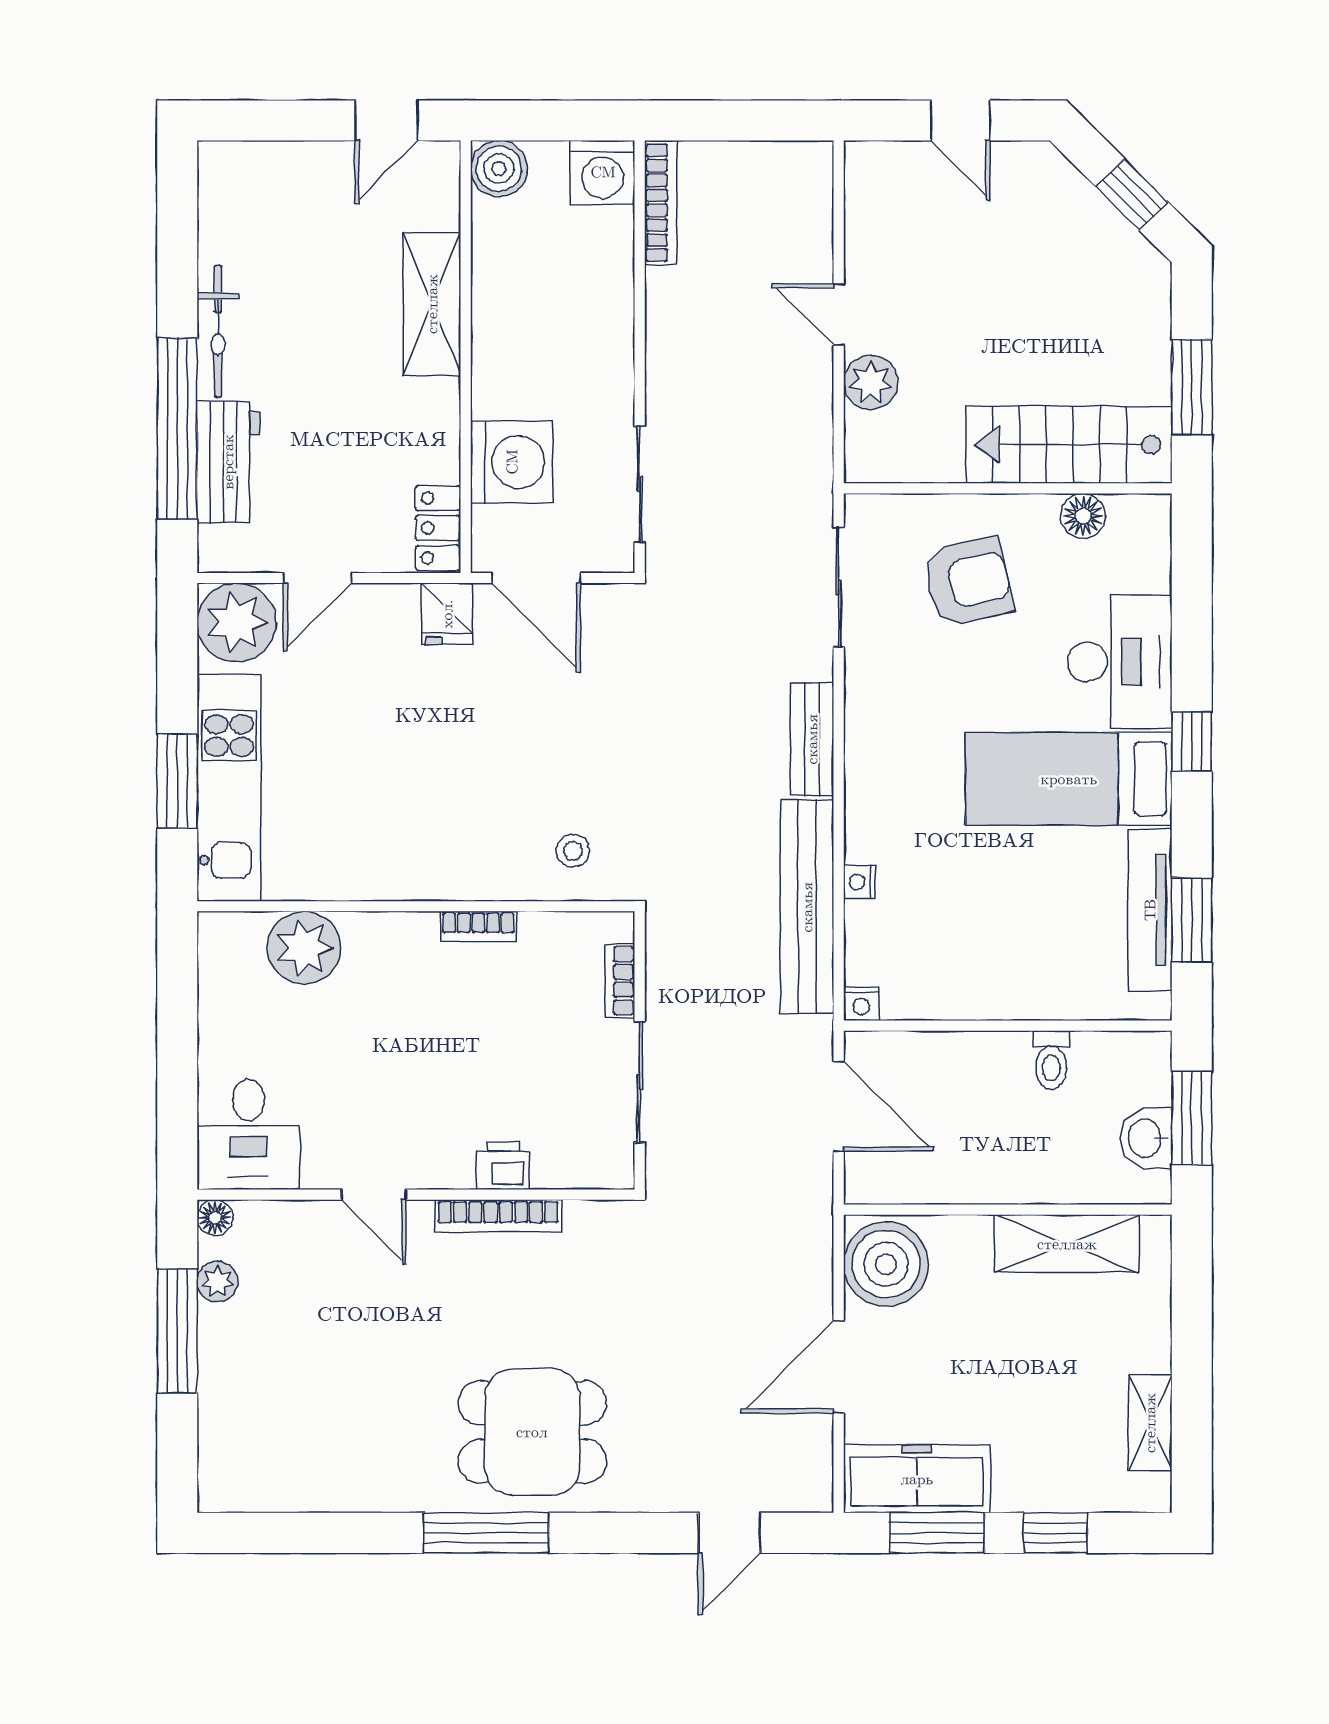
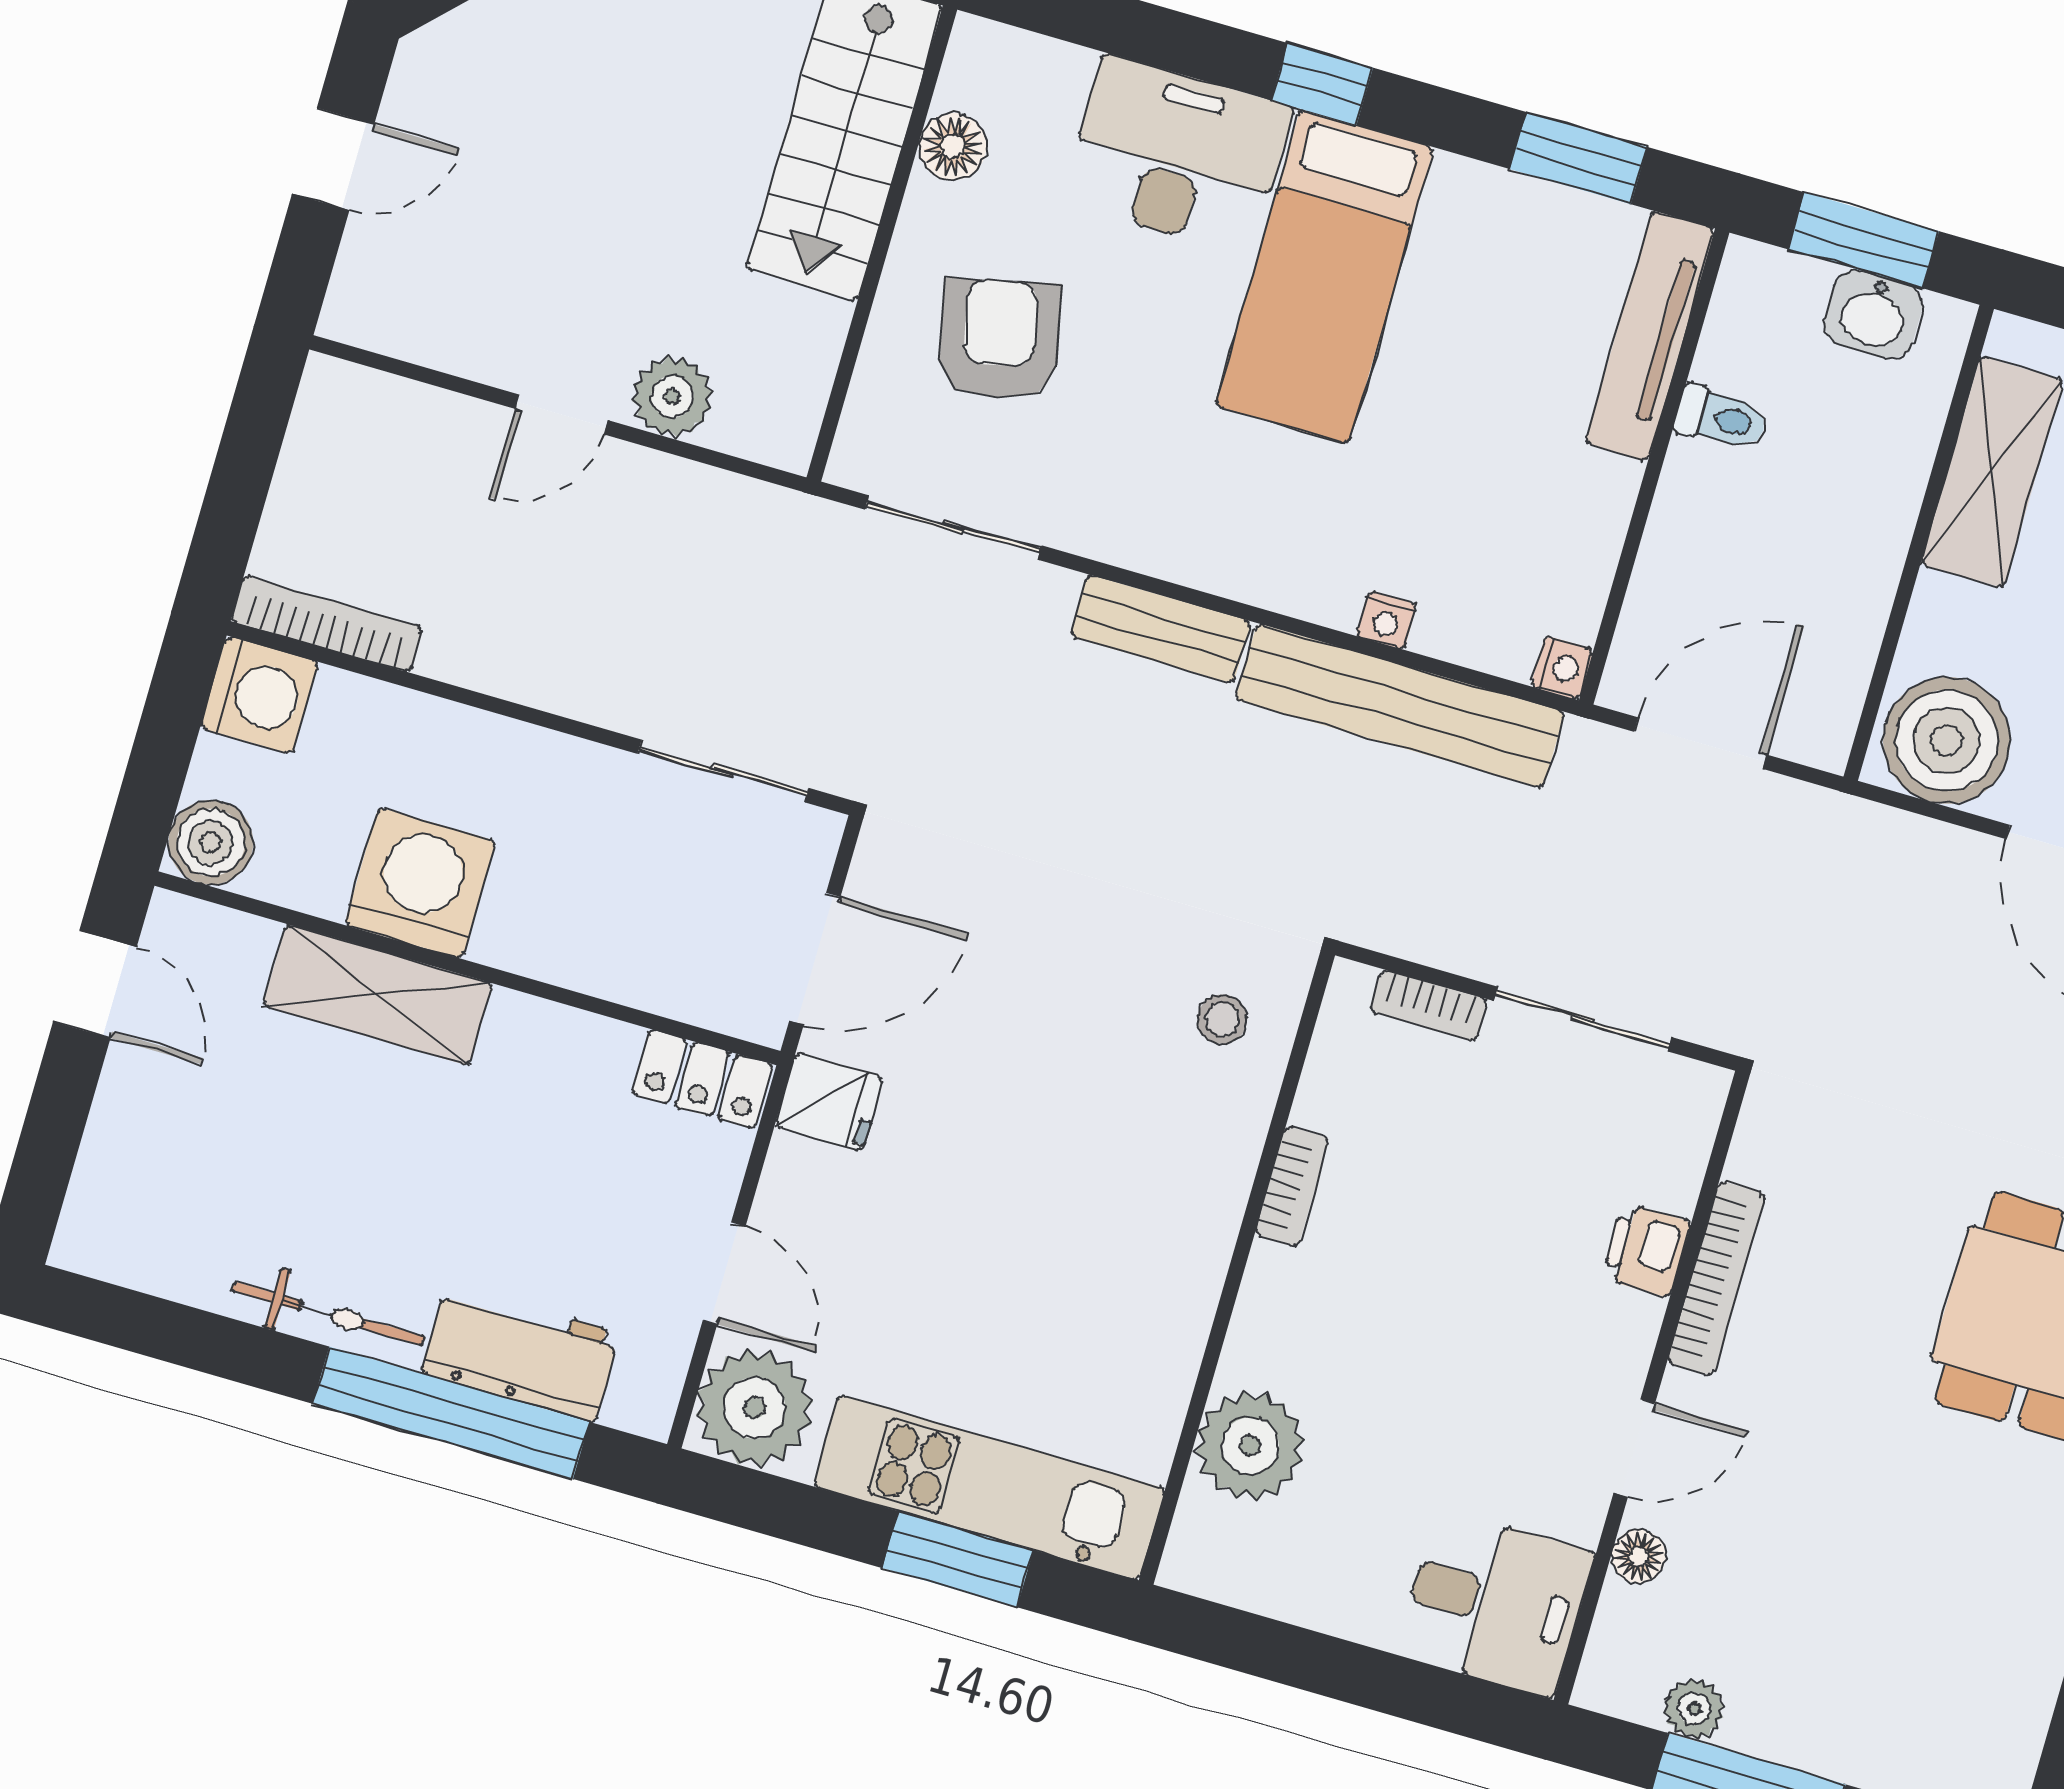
washing machine: (512, 462) -> (420, 883), moved
tv unit: (1150, 910) -> (1650, 336), moved, turned 90
floor lamp: (215, 1218) -> (1639, 1556), moved

